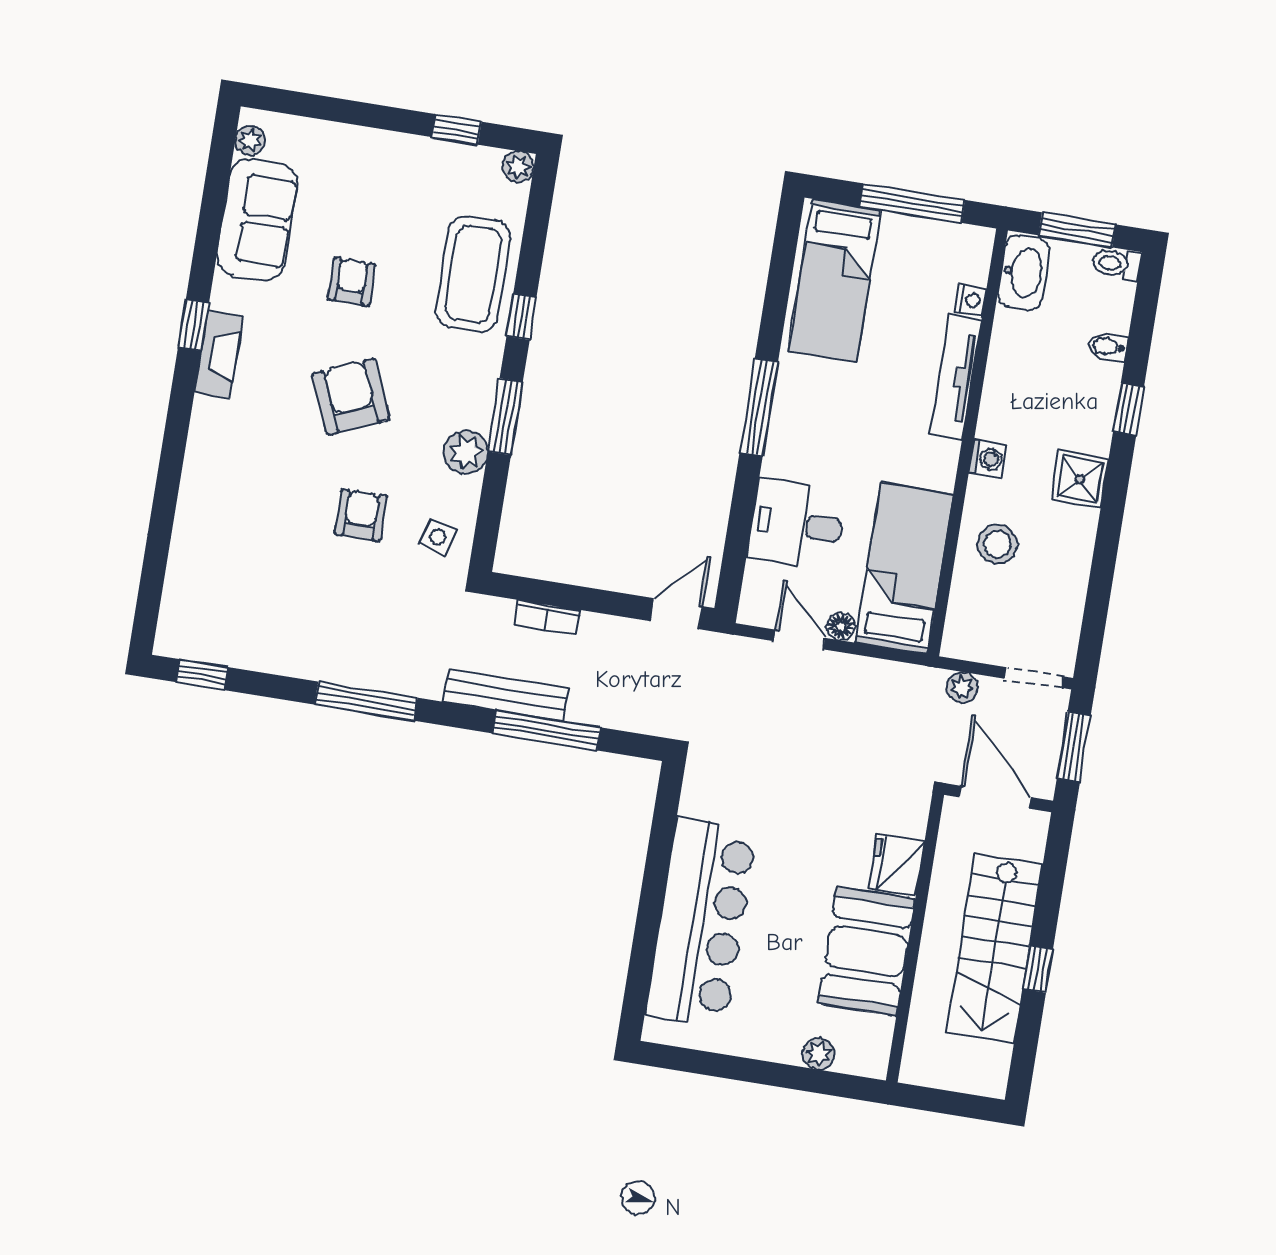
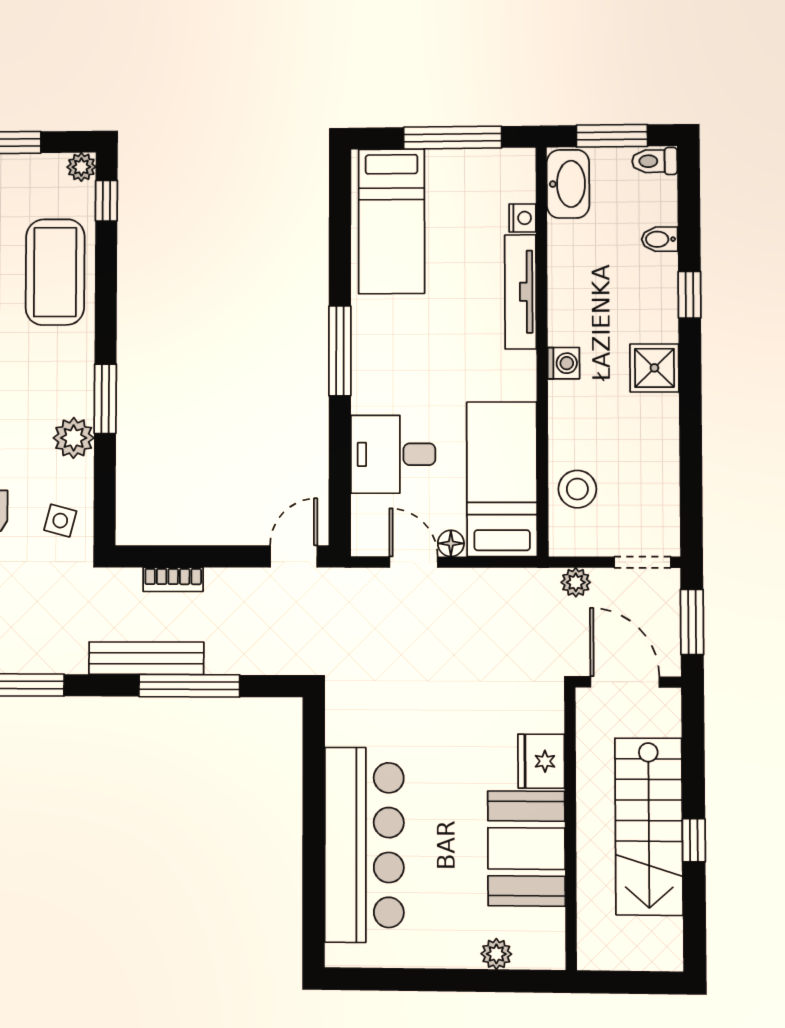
window: (522, 317) -> (106, 201), moved
stool: (997, 544) -> (577, 489), moved

